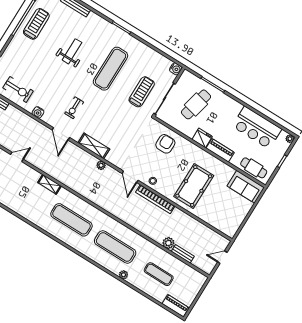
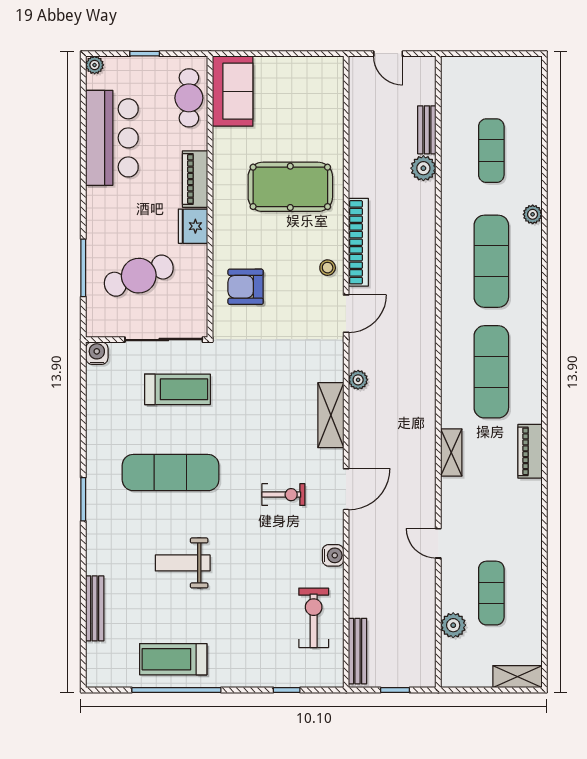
treadmill: (142, 92) -> (177, 389), turned 180
cafe table: (196, 104) -> (139, 276), turned -33
piano: (175, 306) -> (530, 451), moved

